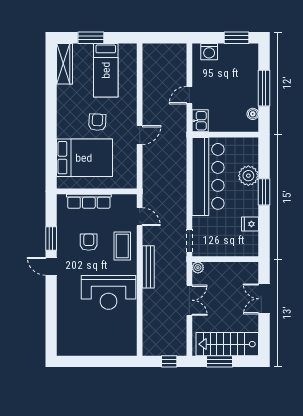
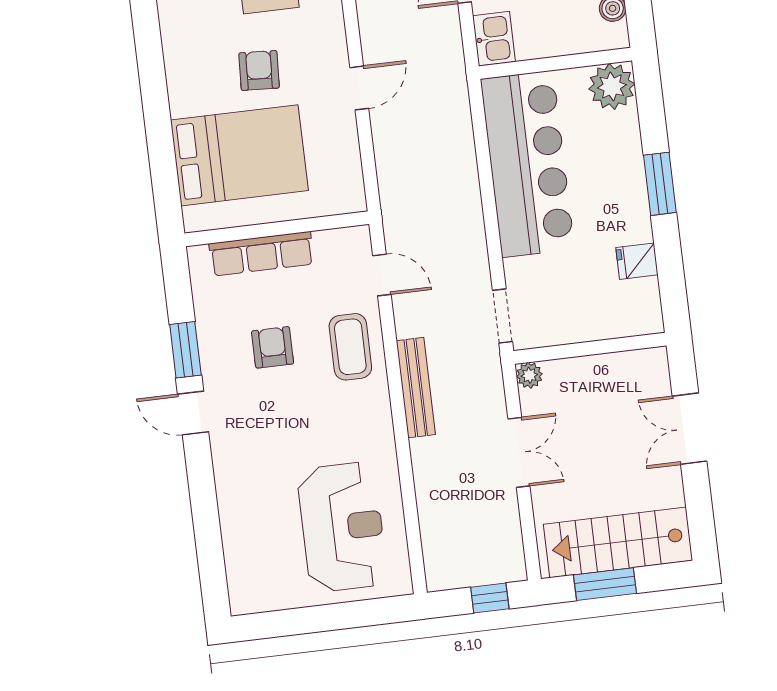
plant: (248, 176) -> (612, 86), moved
reception desk: (108, 292) -> (342, 527), moved, turned -90

